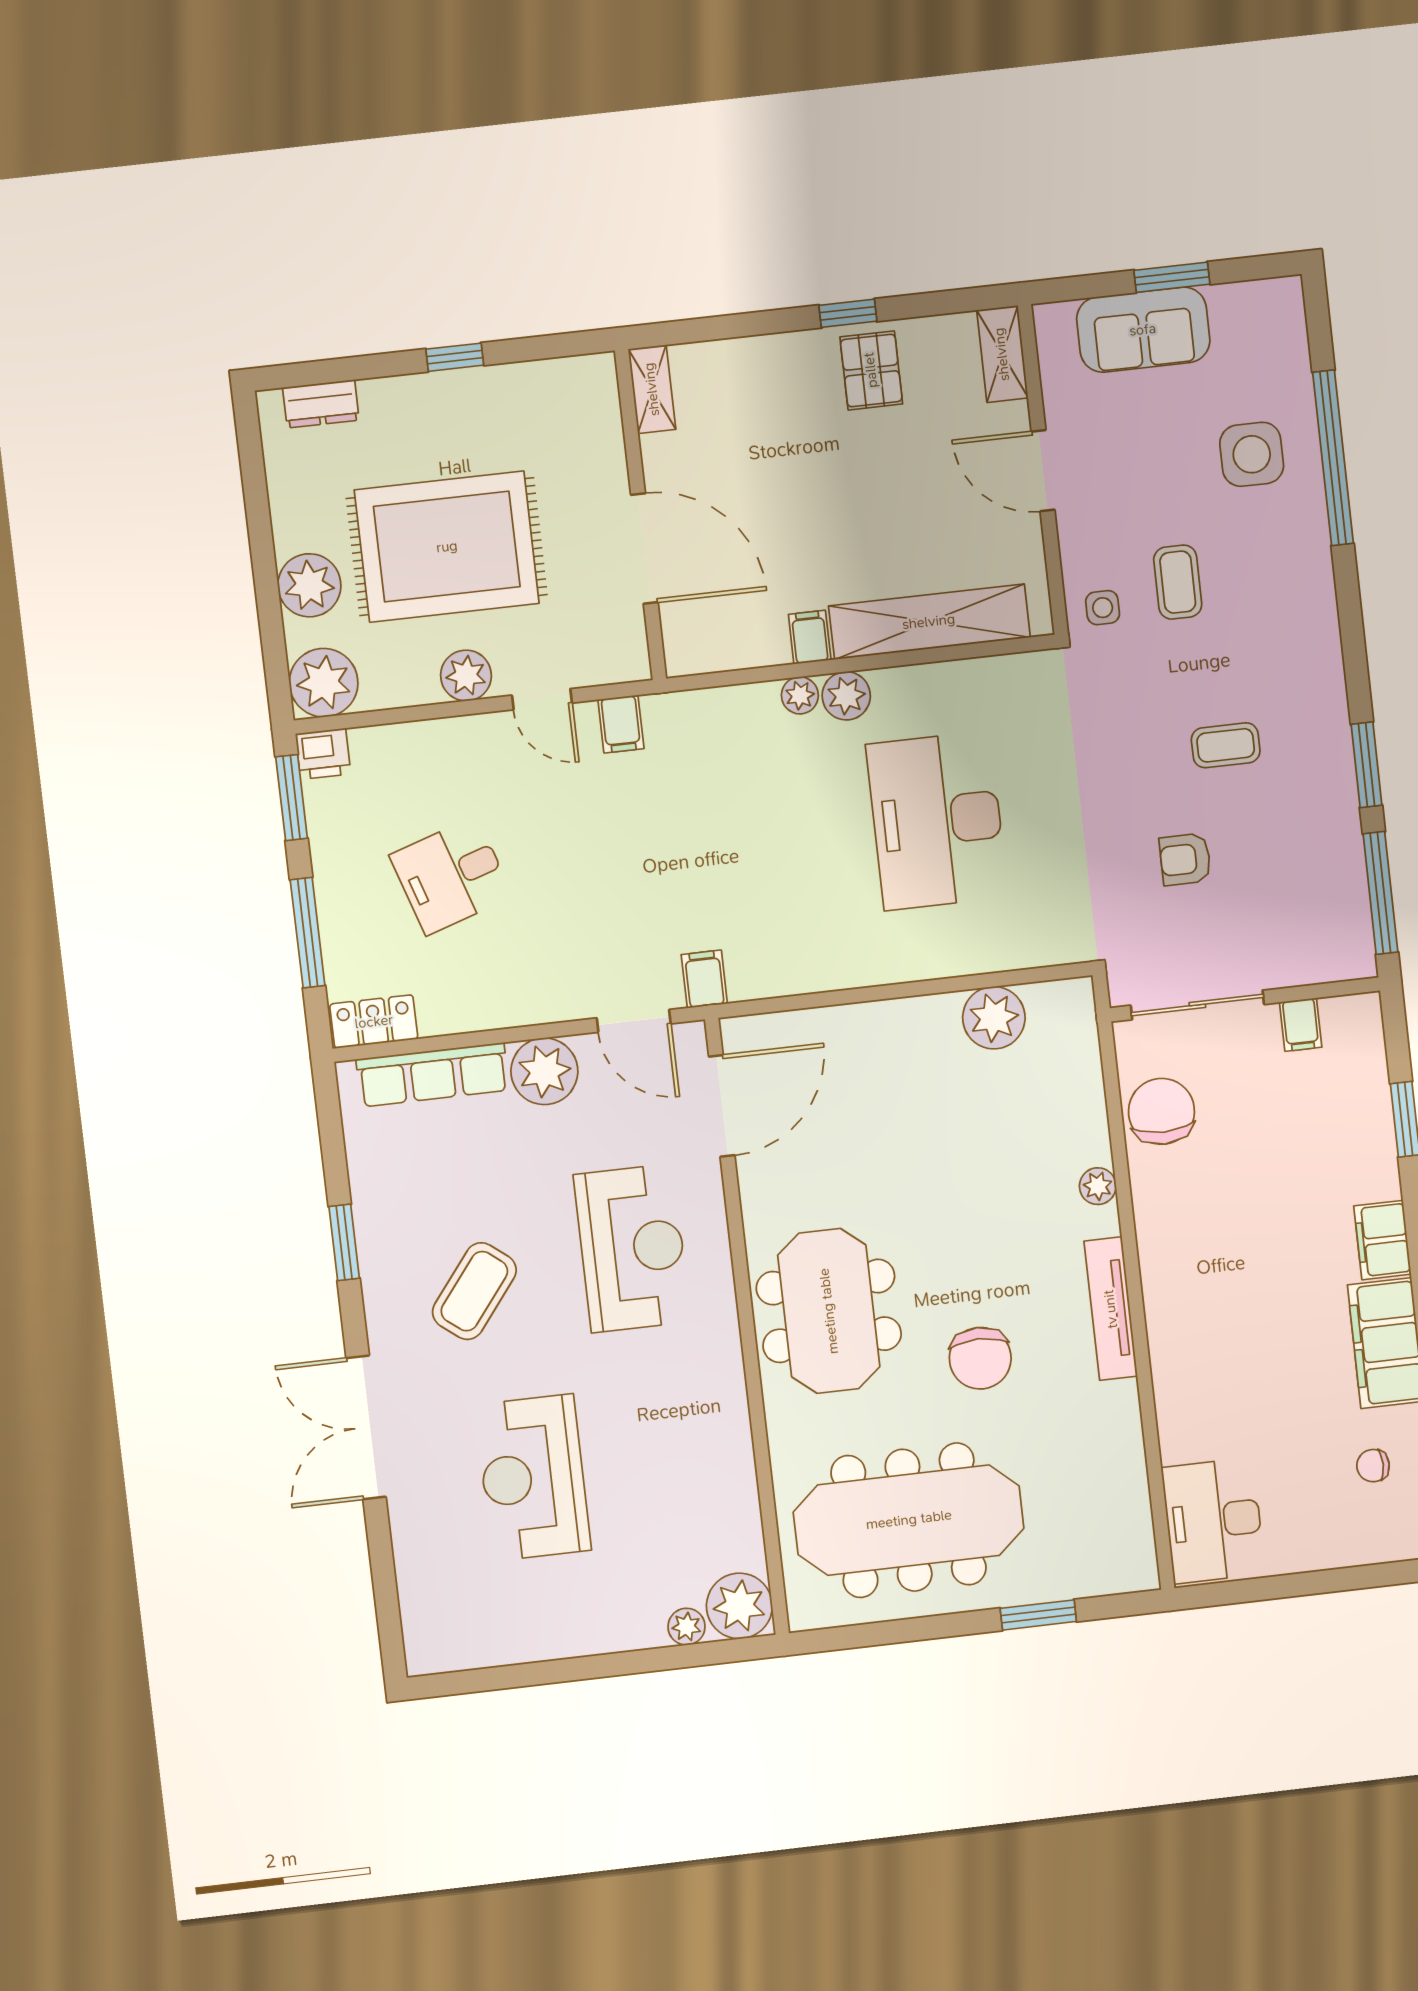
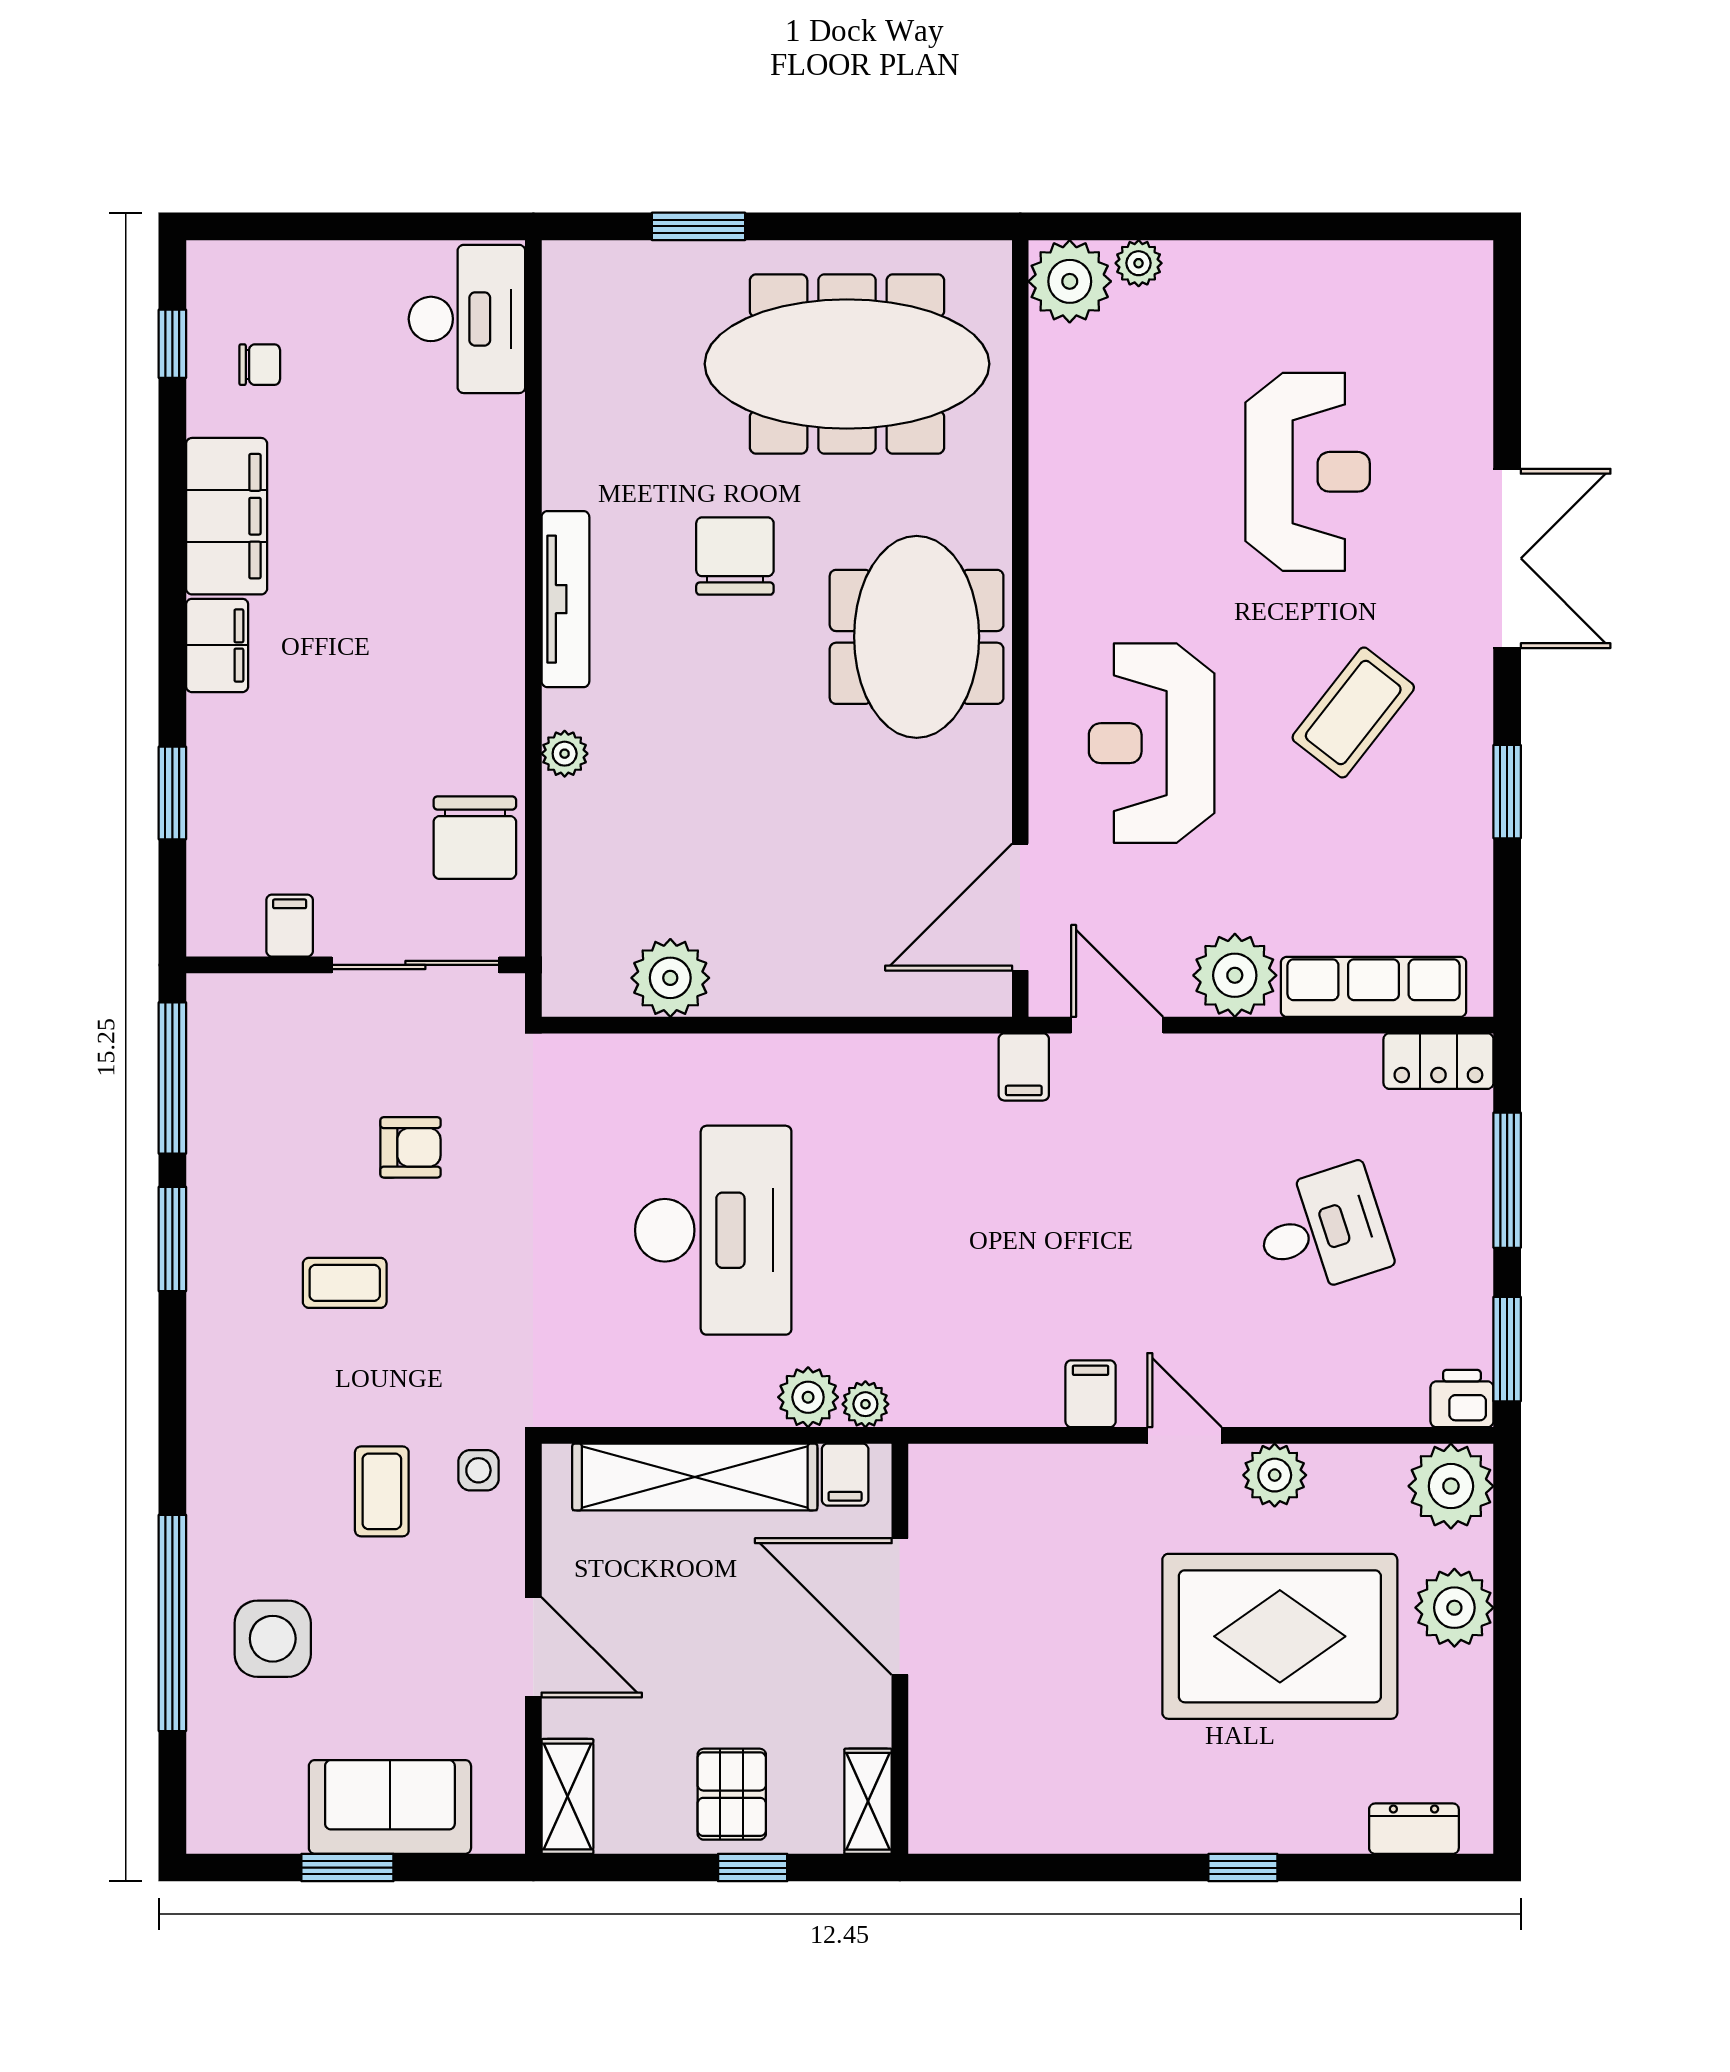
shelving: (652, 389) -> (868, 1801), moved
wall: (640, 515) -> (900, 1649), moved
door: (644, 549) -> (900, 1607), moved

